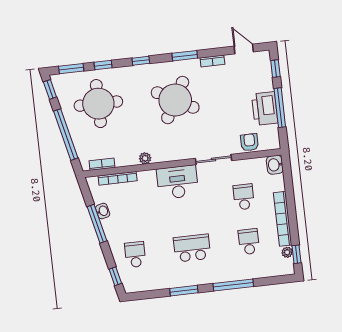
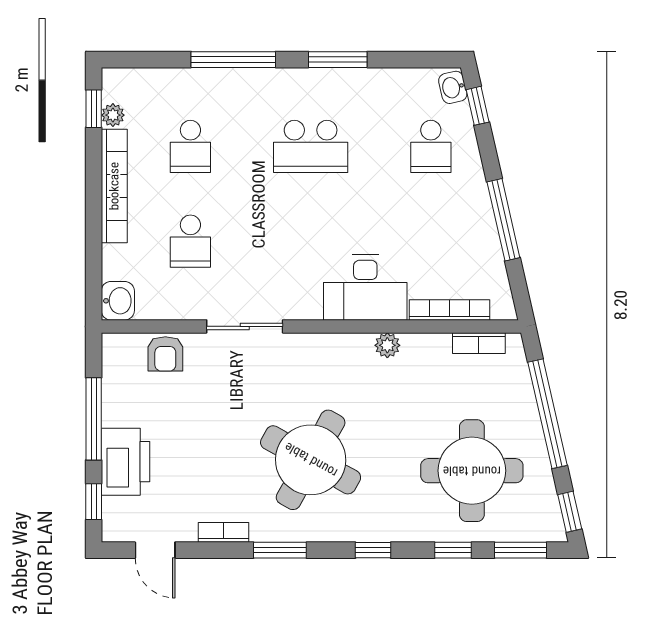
printer: (265, 108) -> (126, 462), moved
desk: (178, 182) -> (365, 288), moved
washbasin: (103, 211) -> (453, 87), moved

